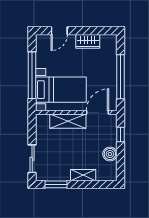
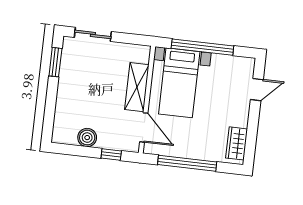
door: (59, 31) -> (257, 90), swing flipped
wardrobe: (88, 41) -> (237, 143), moved
shelving: (83, 175) -> (63, 99), removed

